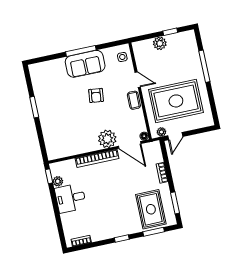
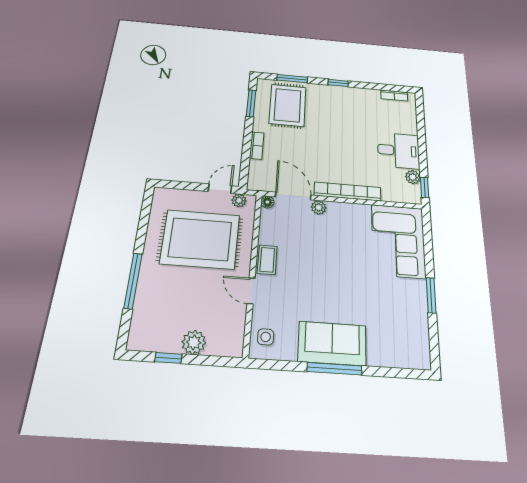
armchair: (96, 95) -> (327, 285), removed
corner sofa: (59, 135) -> (398, 241), added
plant: (107, 139) -> (319, 207), width x0.53, depth x0.53

